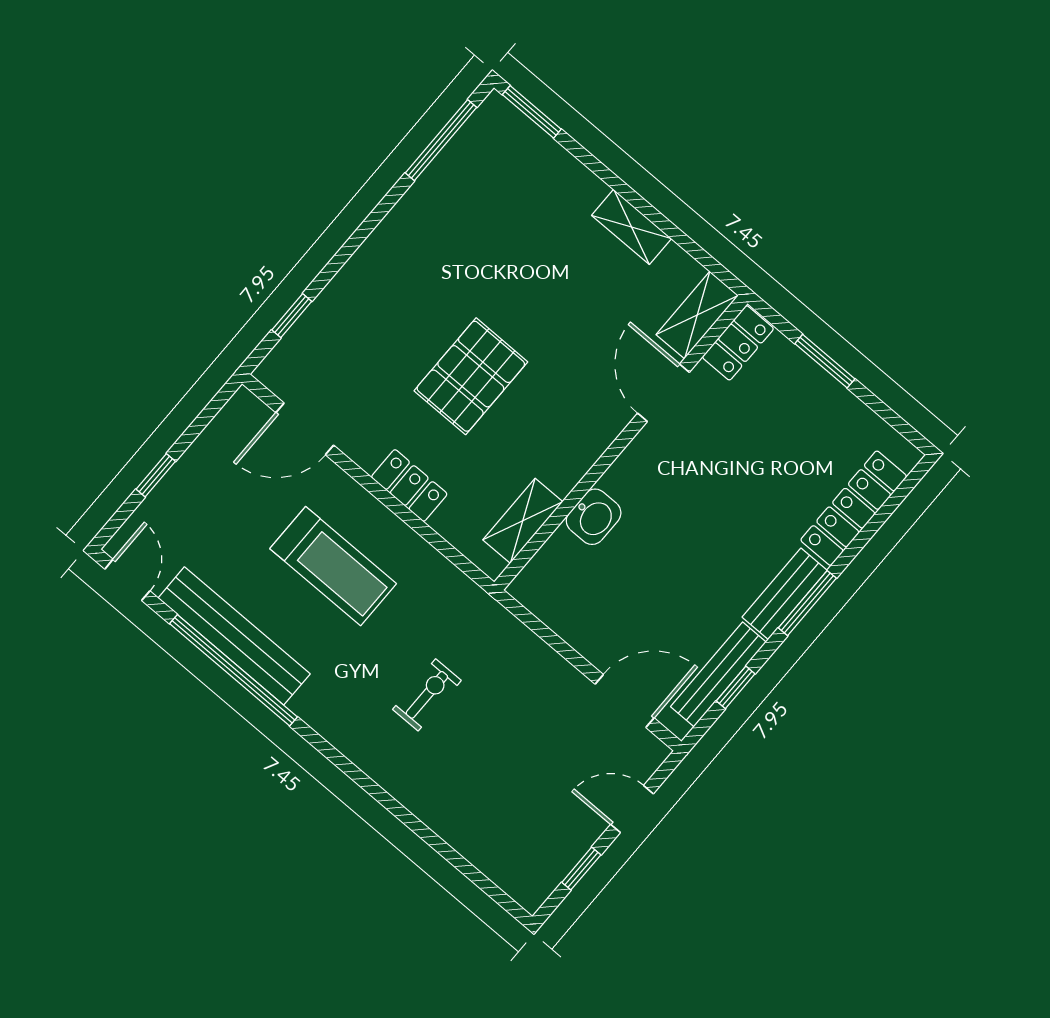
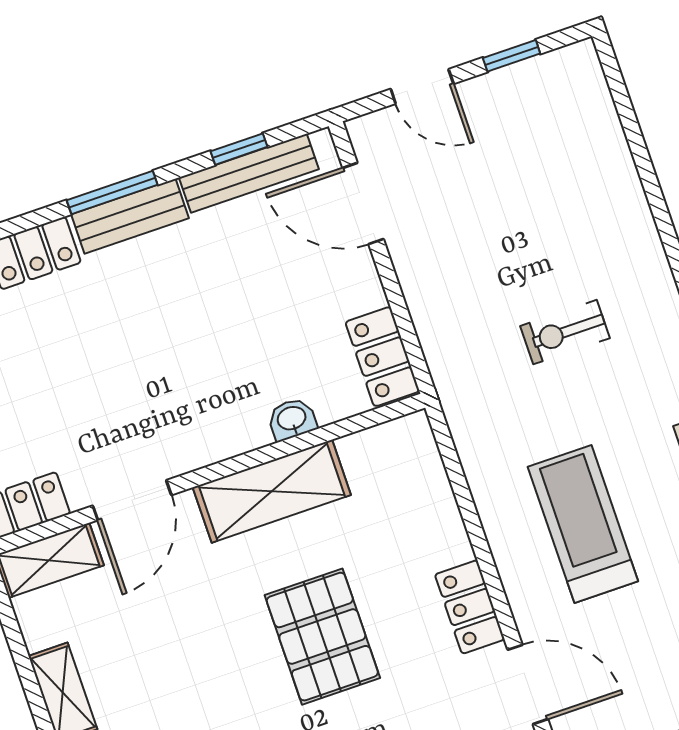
pallet: (471, 376) -> (322, 637), turned 90
locker: (409, 485) -> (470, 607), moved
washbasin: (594, 517) -> (292, 419), width x0.72, depth x0.69
shelving: (523, 521) -> (272, 491), moved, width x1.50, depth x1.33
locker: (546, 600) -> (382, 357), added

